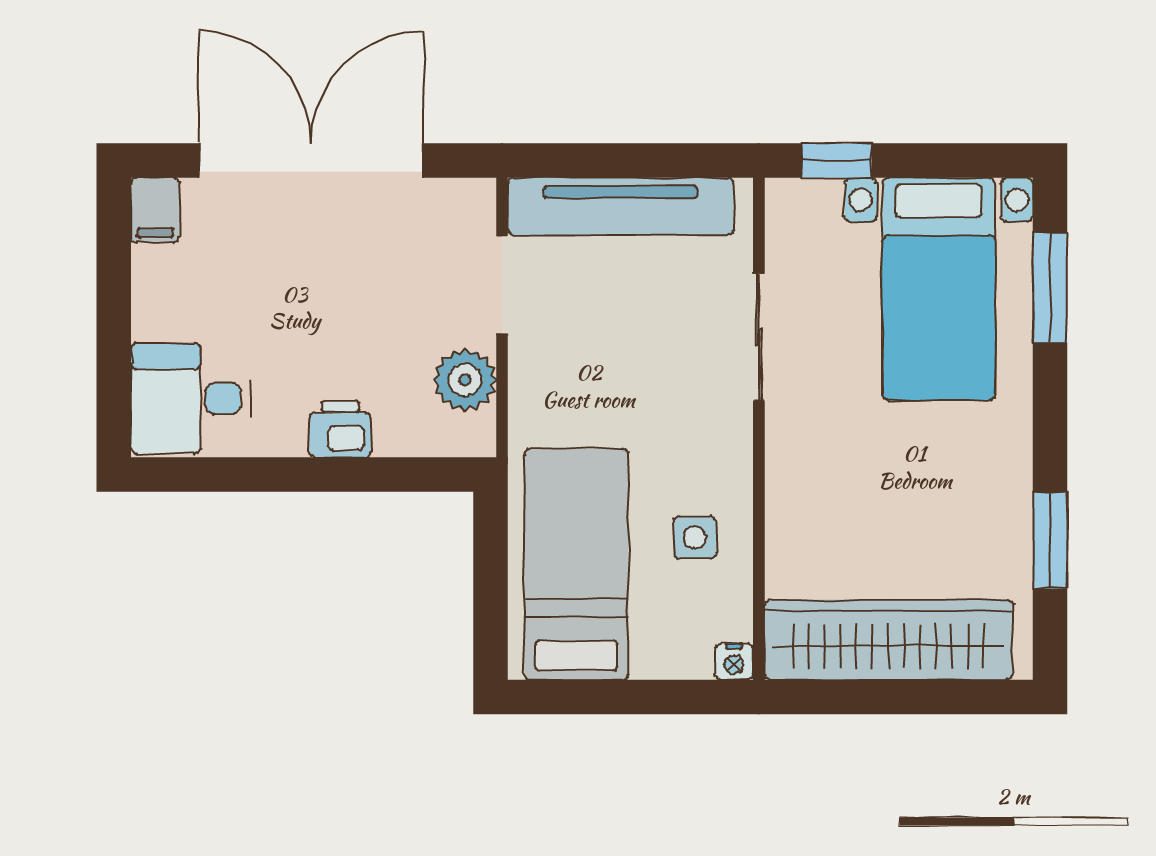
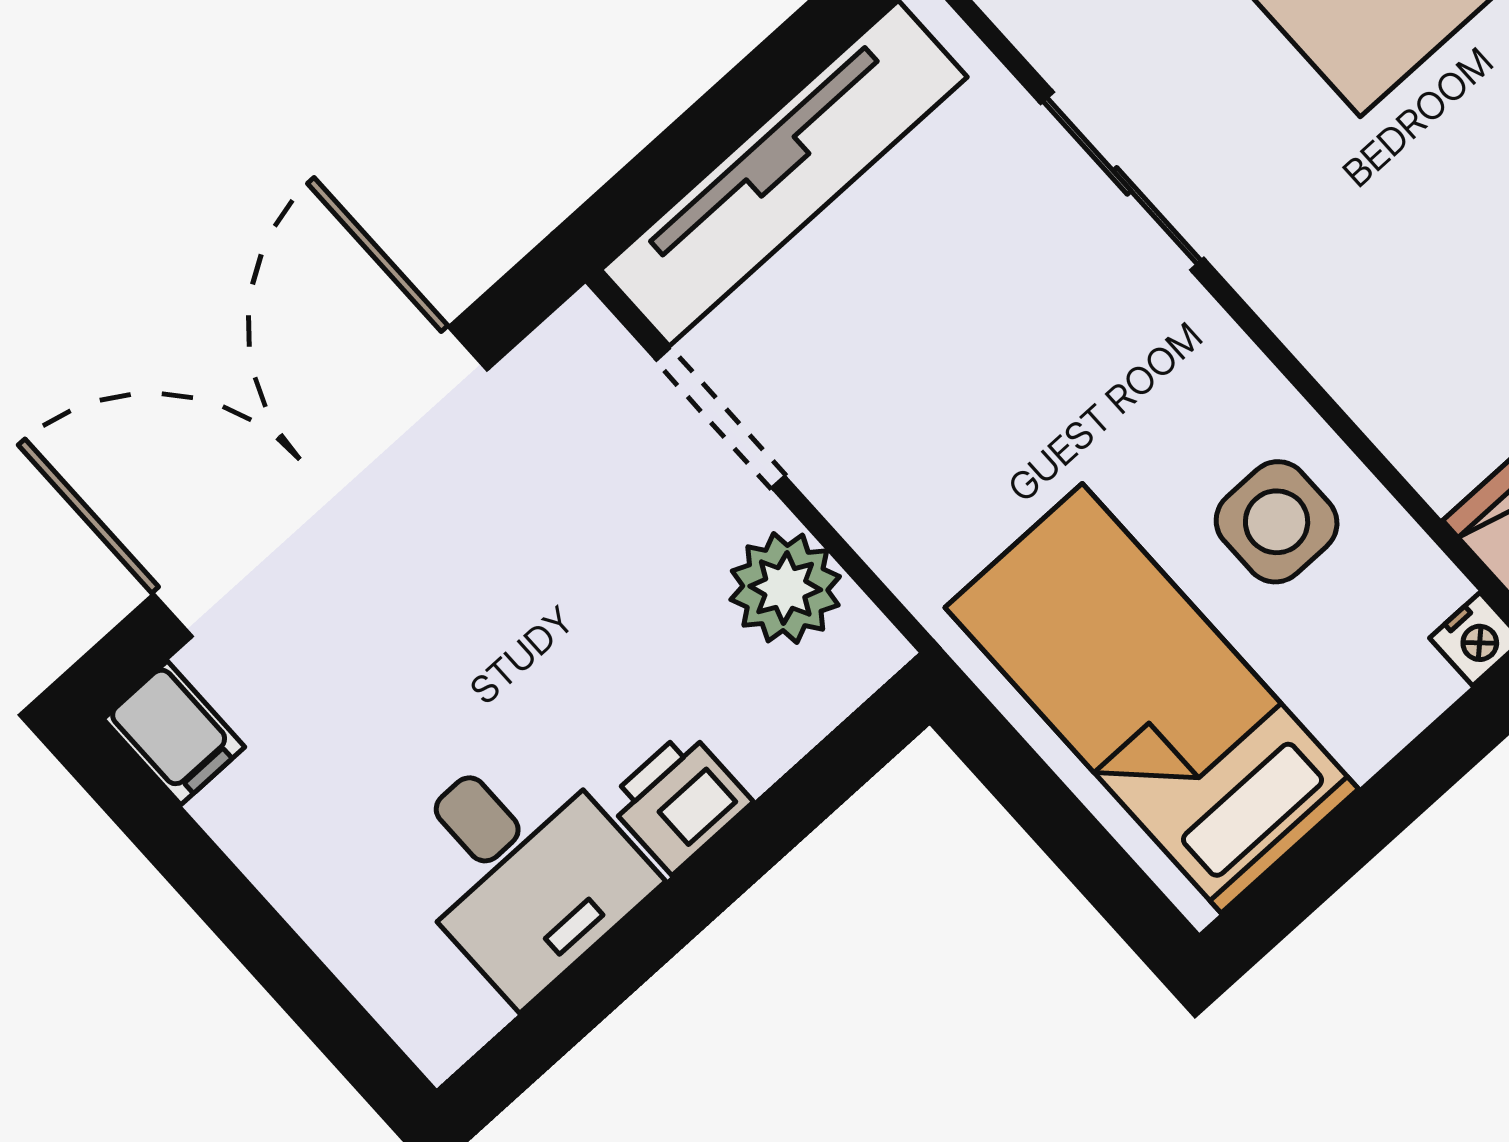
desk: (191, 399) -> (521, 868), moved, turned -90
side table: (695, 538) -> (1277, 522), width x1.37, depth x1.37

